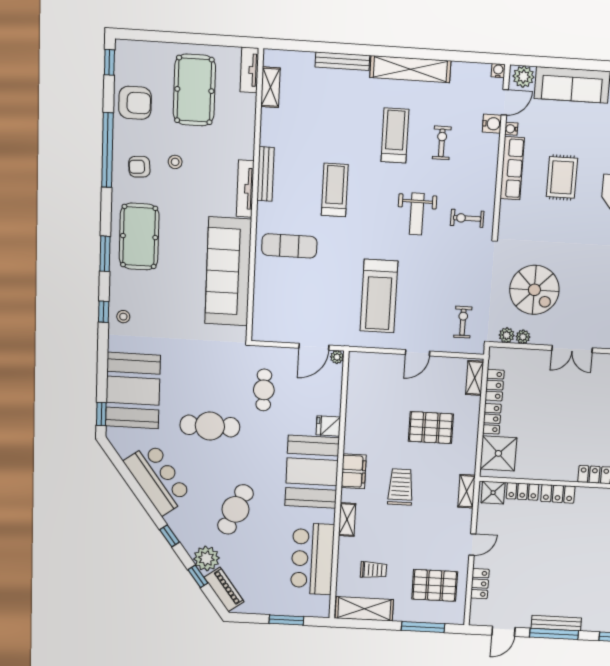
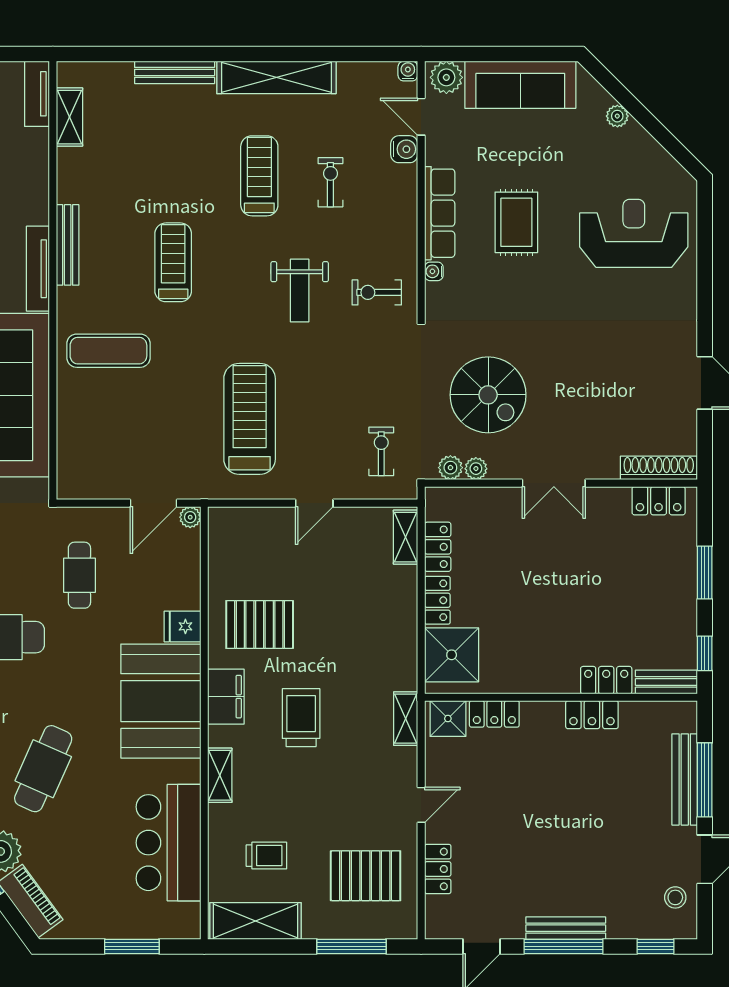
door: (505, 102) -> (421, 117), swing flipped
water cooler: (511, 129) -> (434, 271), moved
treadmill: (379, 296) -> (250, 419), turned 180
pallet: (431, 428) -> (260, 624), moved
locker: (558, 494) -> (592, 715), moved

